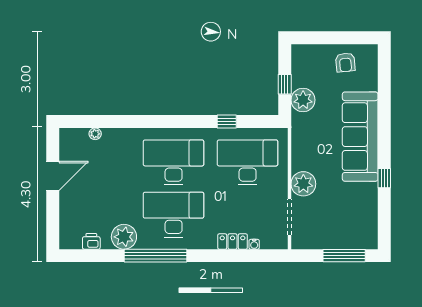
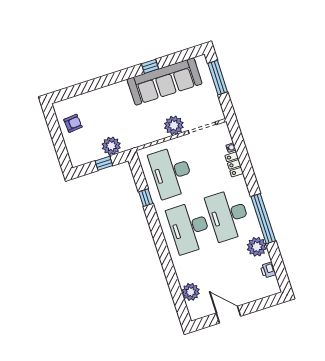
plant: (95, 134) -> (191, 292), width x1.88, depth x1.88
sofa: (360, 137) -> (165, 81), moved

